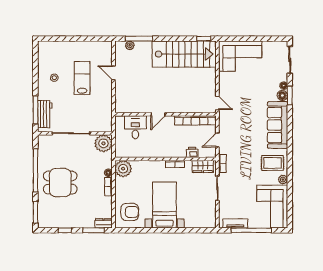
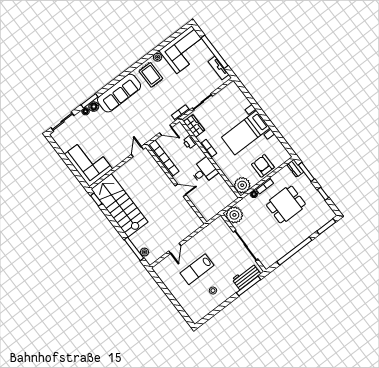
desk: (135, 127) -> (204, 171), moved, turned 180
dining table: (60, 183) -> (286, 204), moved, turned 90
armchair: (130, 212) -> (263, 166), moved

